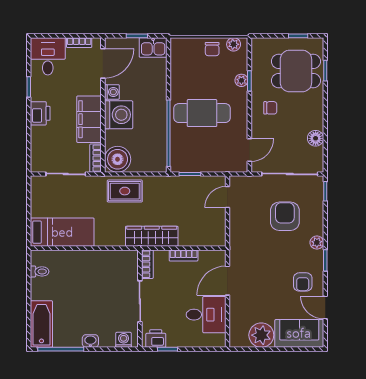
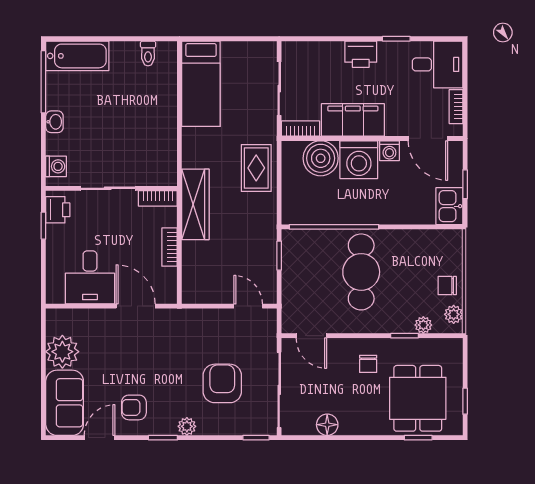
plant: (241, 80) -> (423, 325), moved
boiler: (118, 159) -> (321, 158), moved
armchair: (285, 216) -> (222, 383), turned -90

